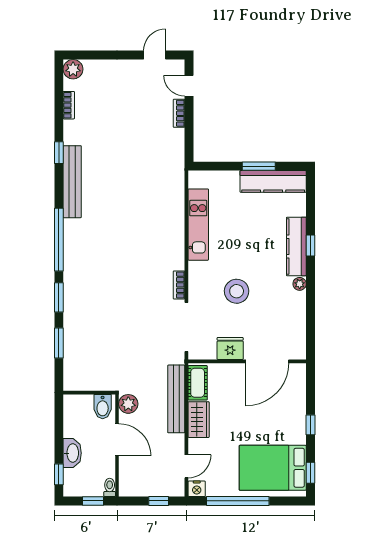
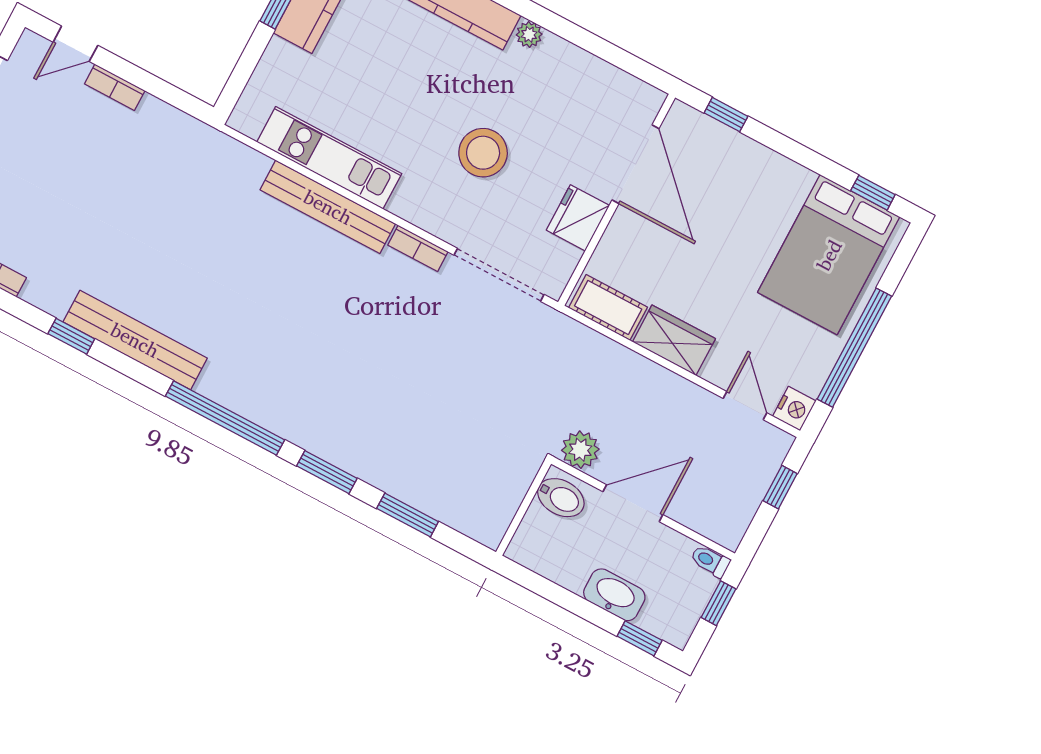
bench: (176, 399) -> (328, 207), moved
window: (310, 425) -> (726, 115), moved

